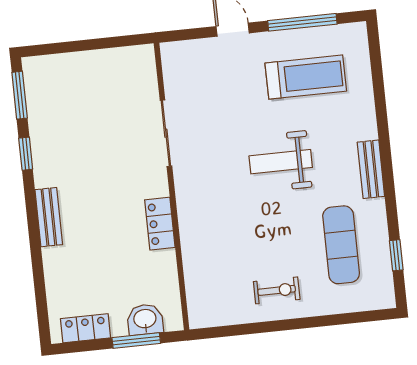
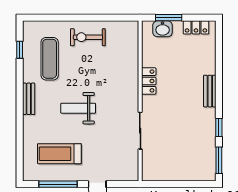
weight bench: (281, 162) -> (78, 108), turned 180
exercise bike: (277, 290) -> (88, 37), width x1.38, depth x1.39

